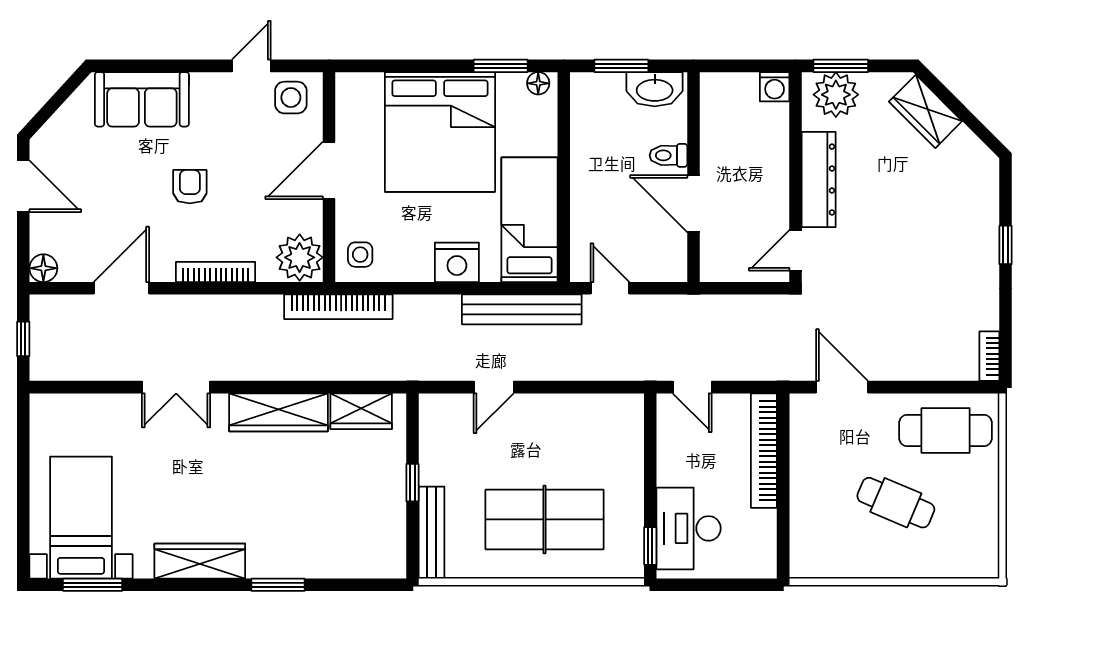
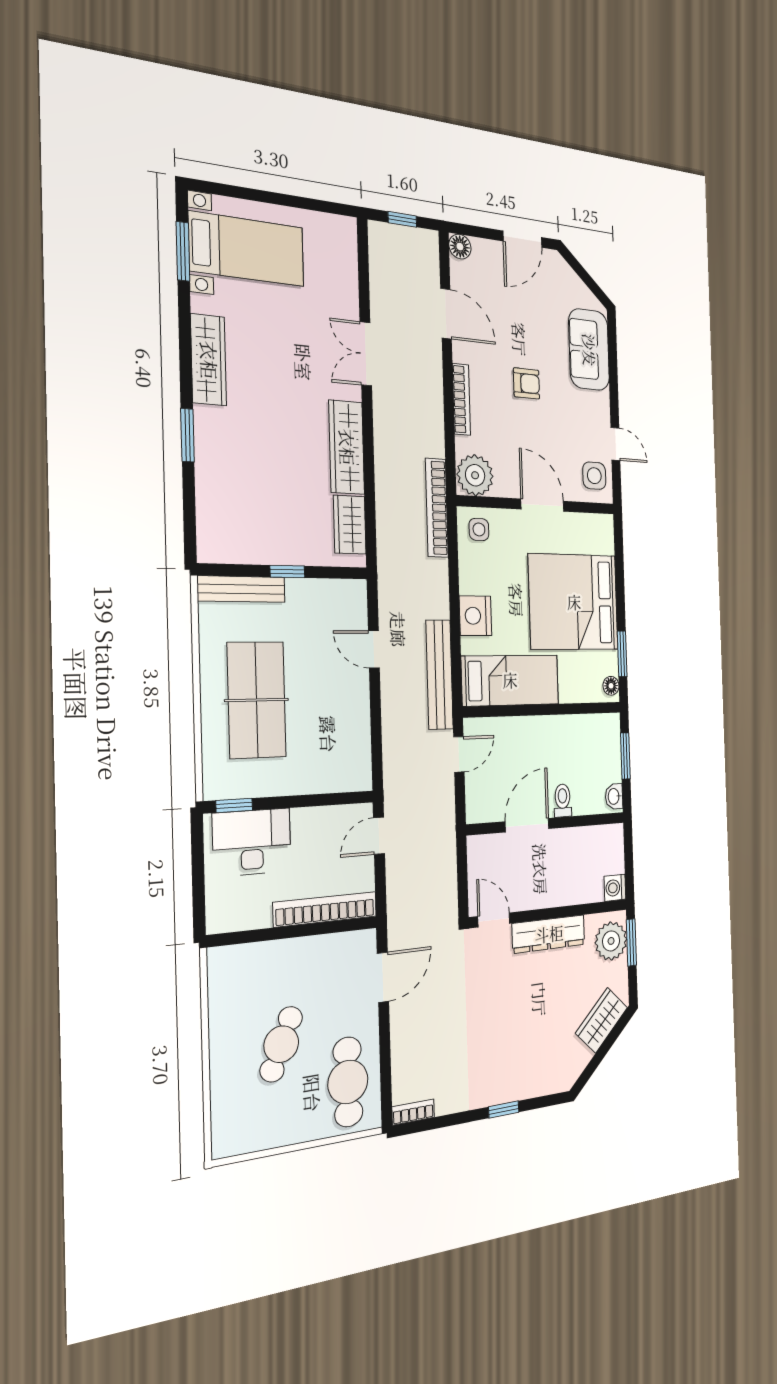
washbasin: (655, 89) -> (614, 796), width x0.52, depth x0.69

